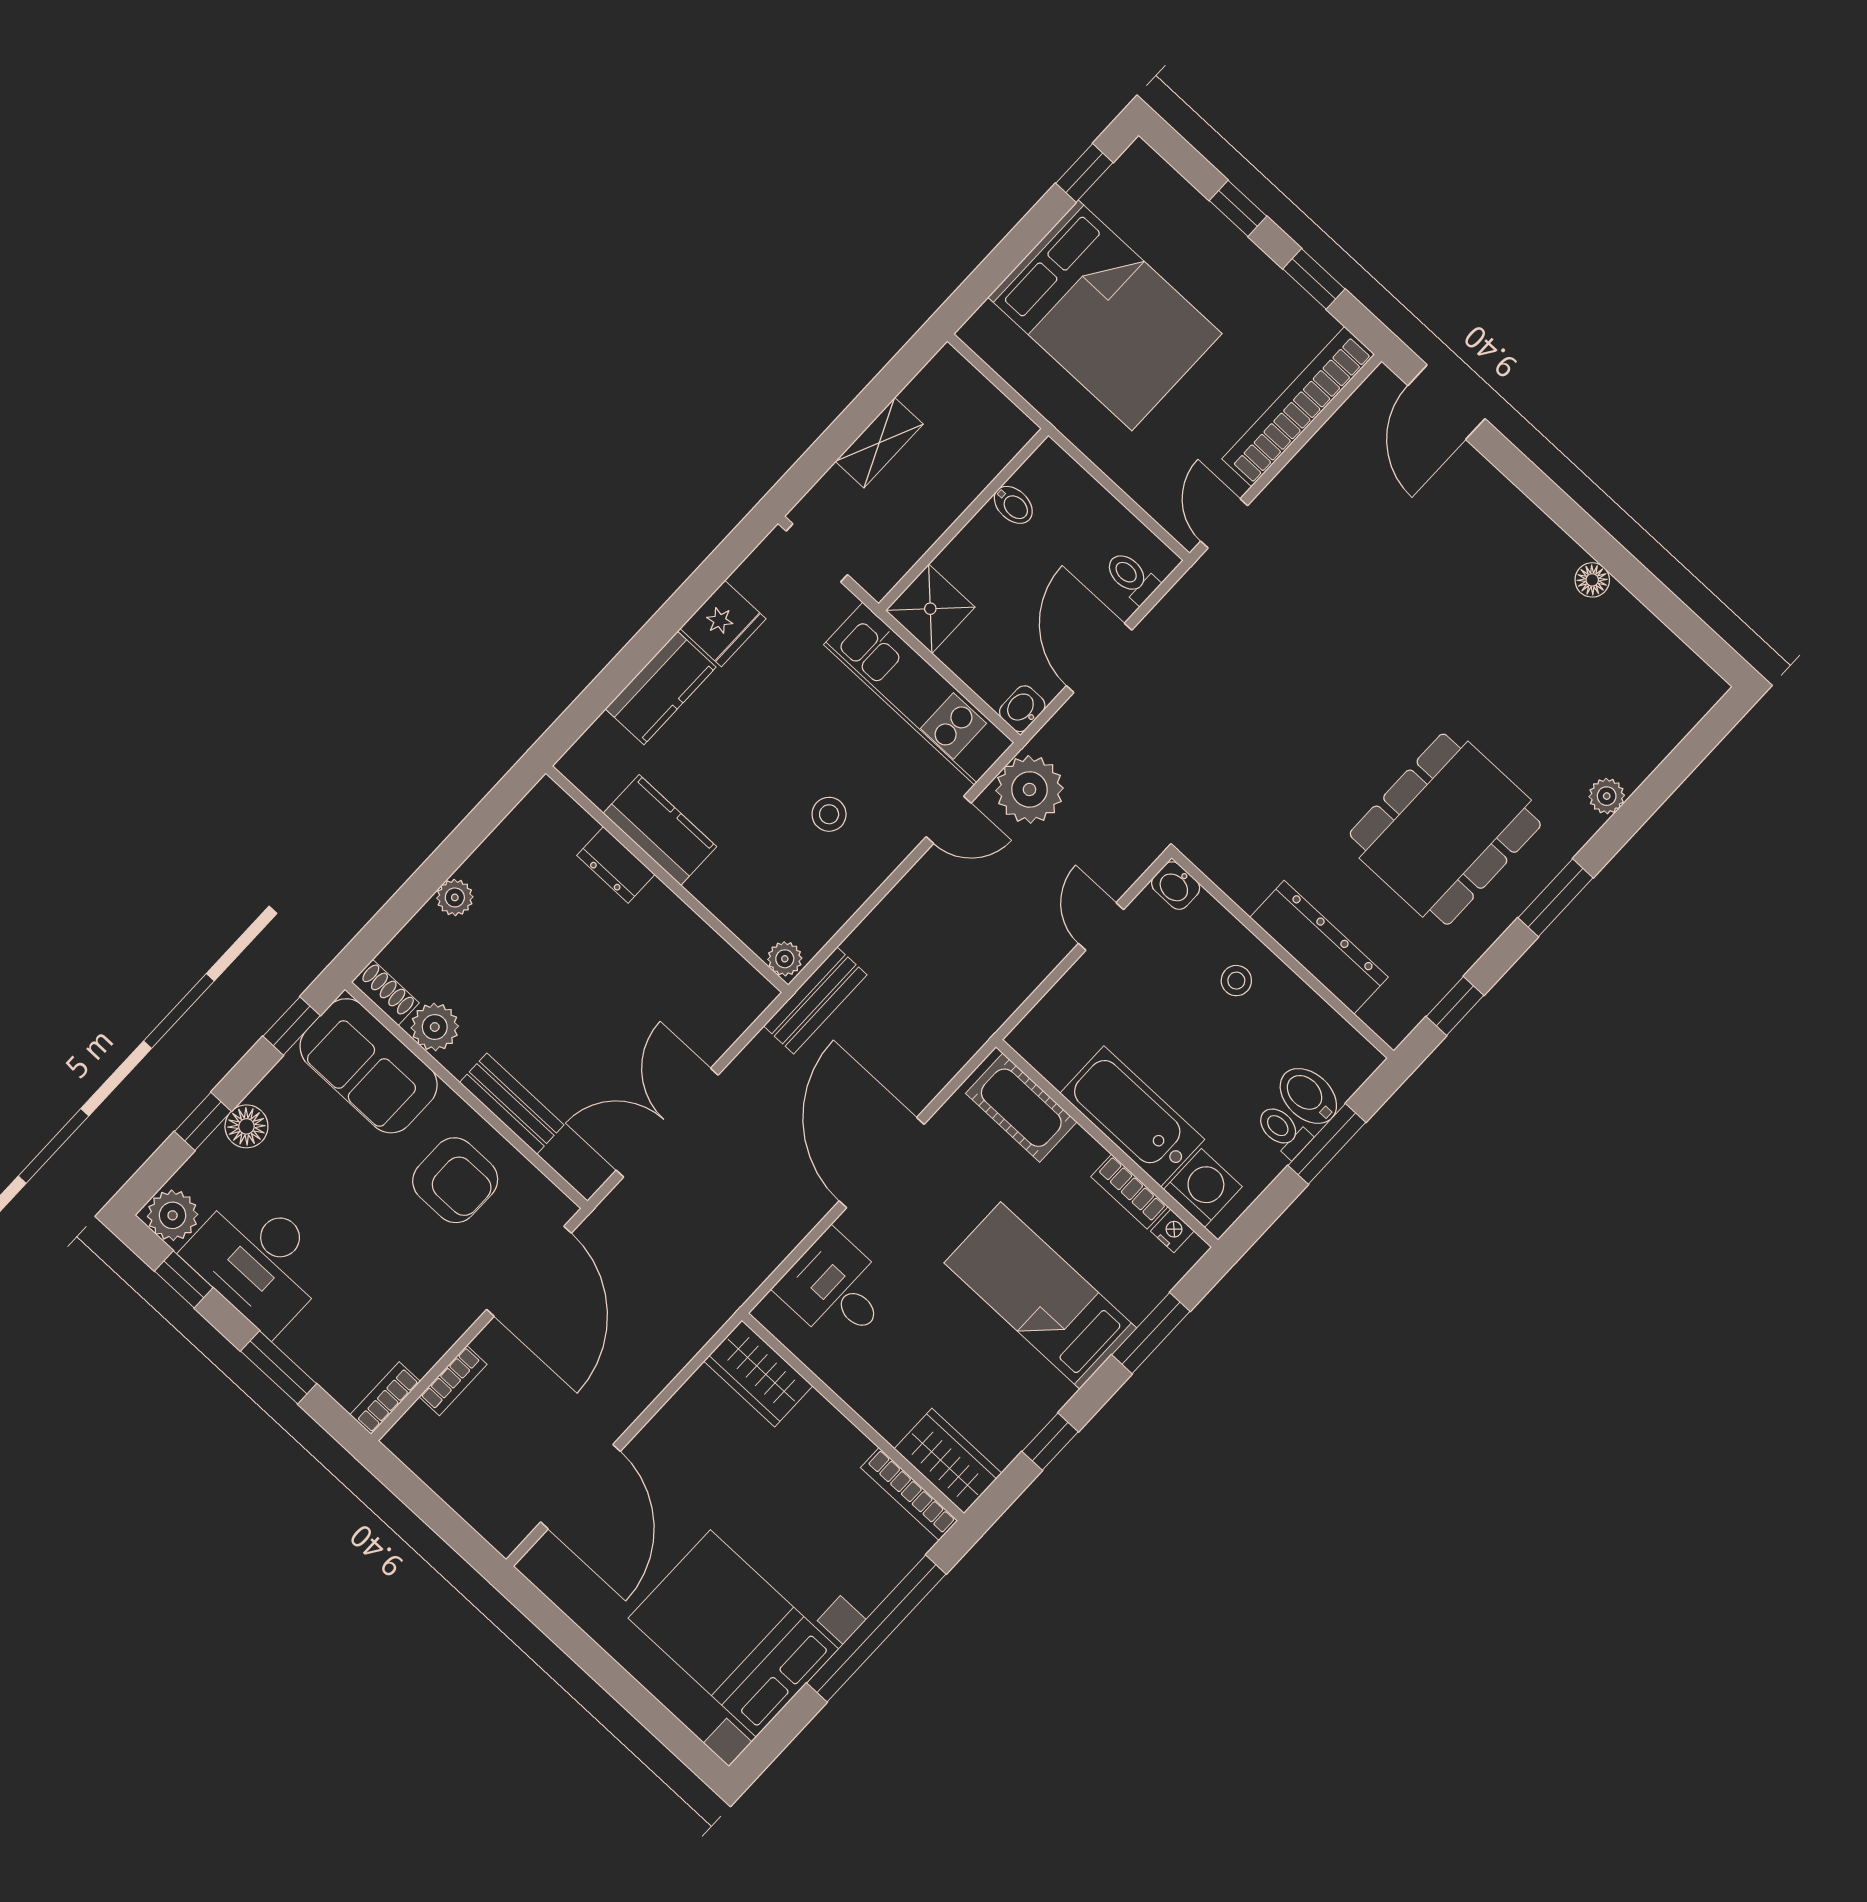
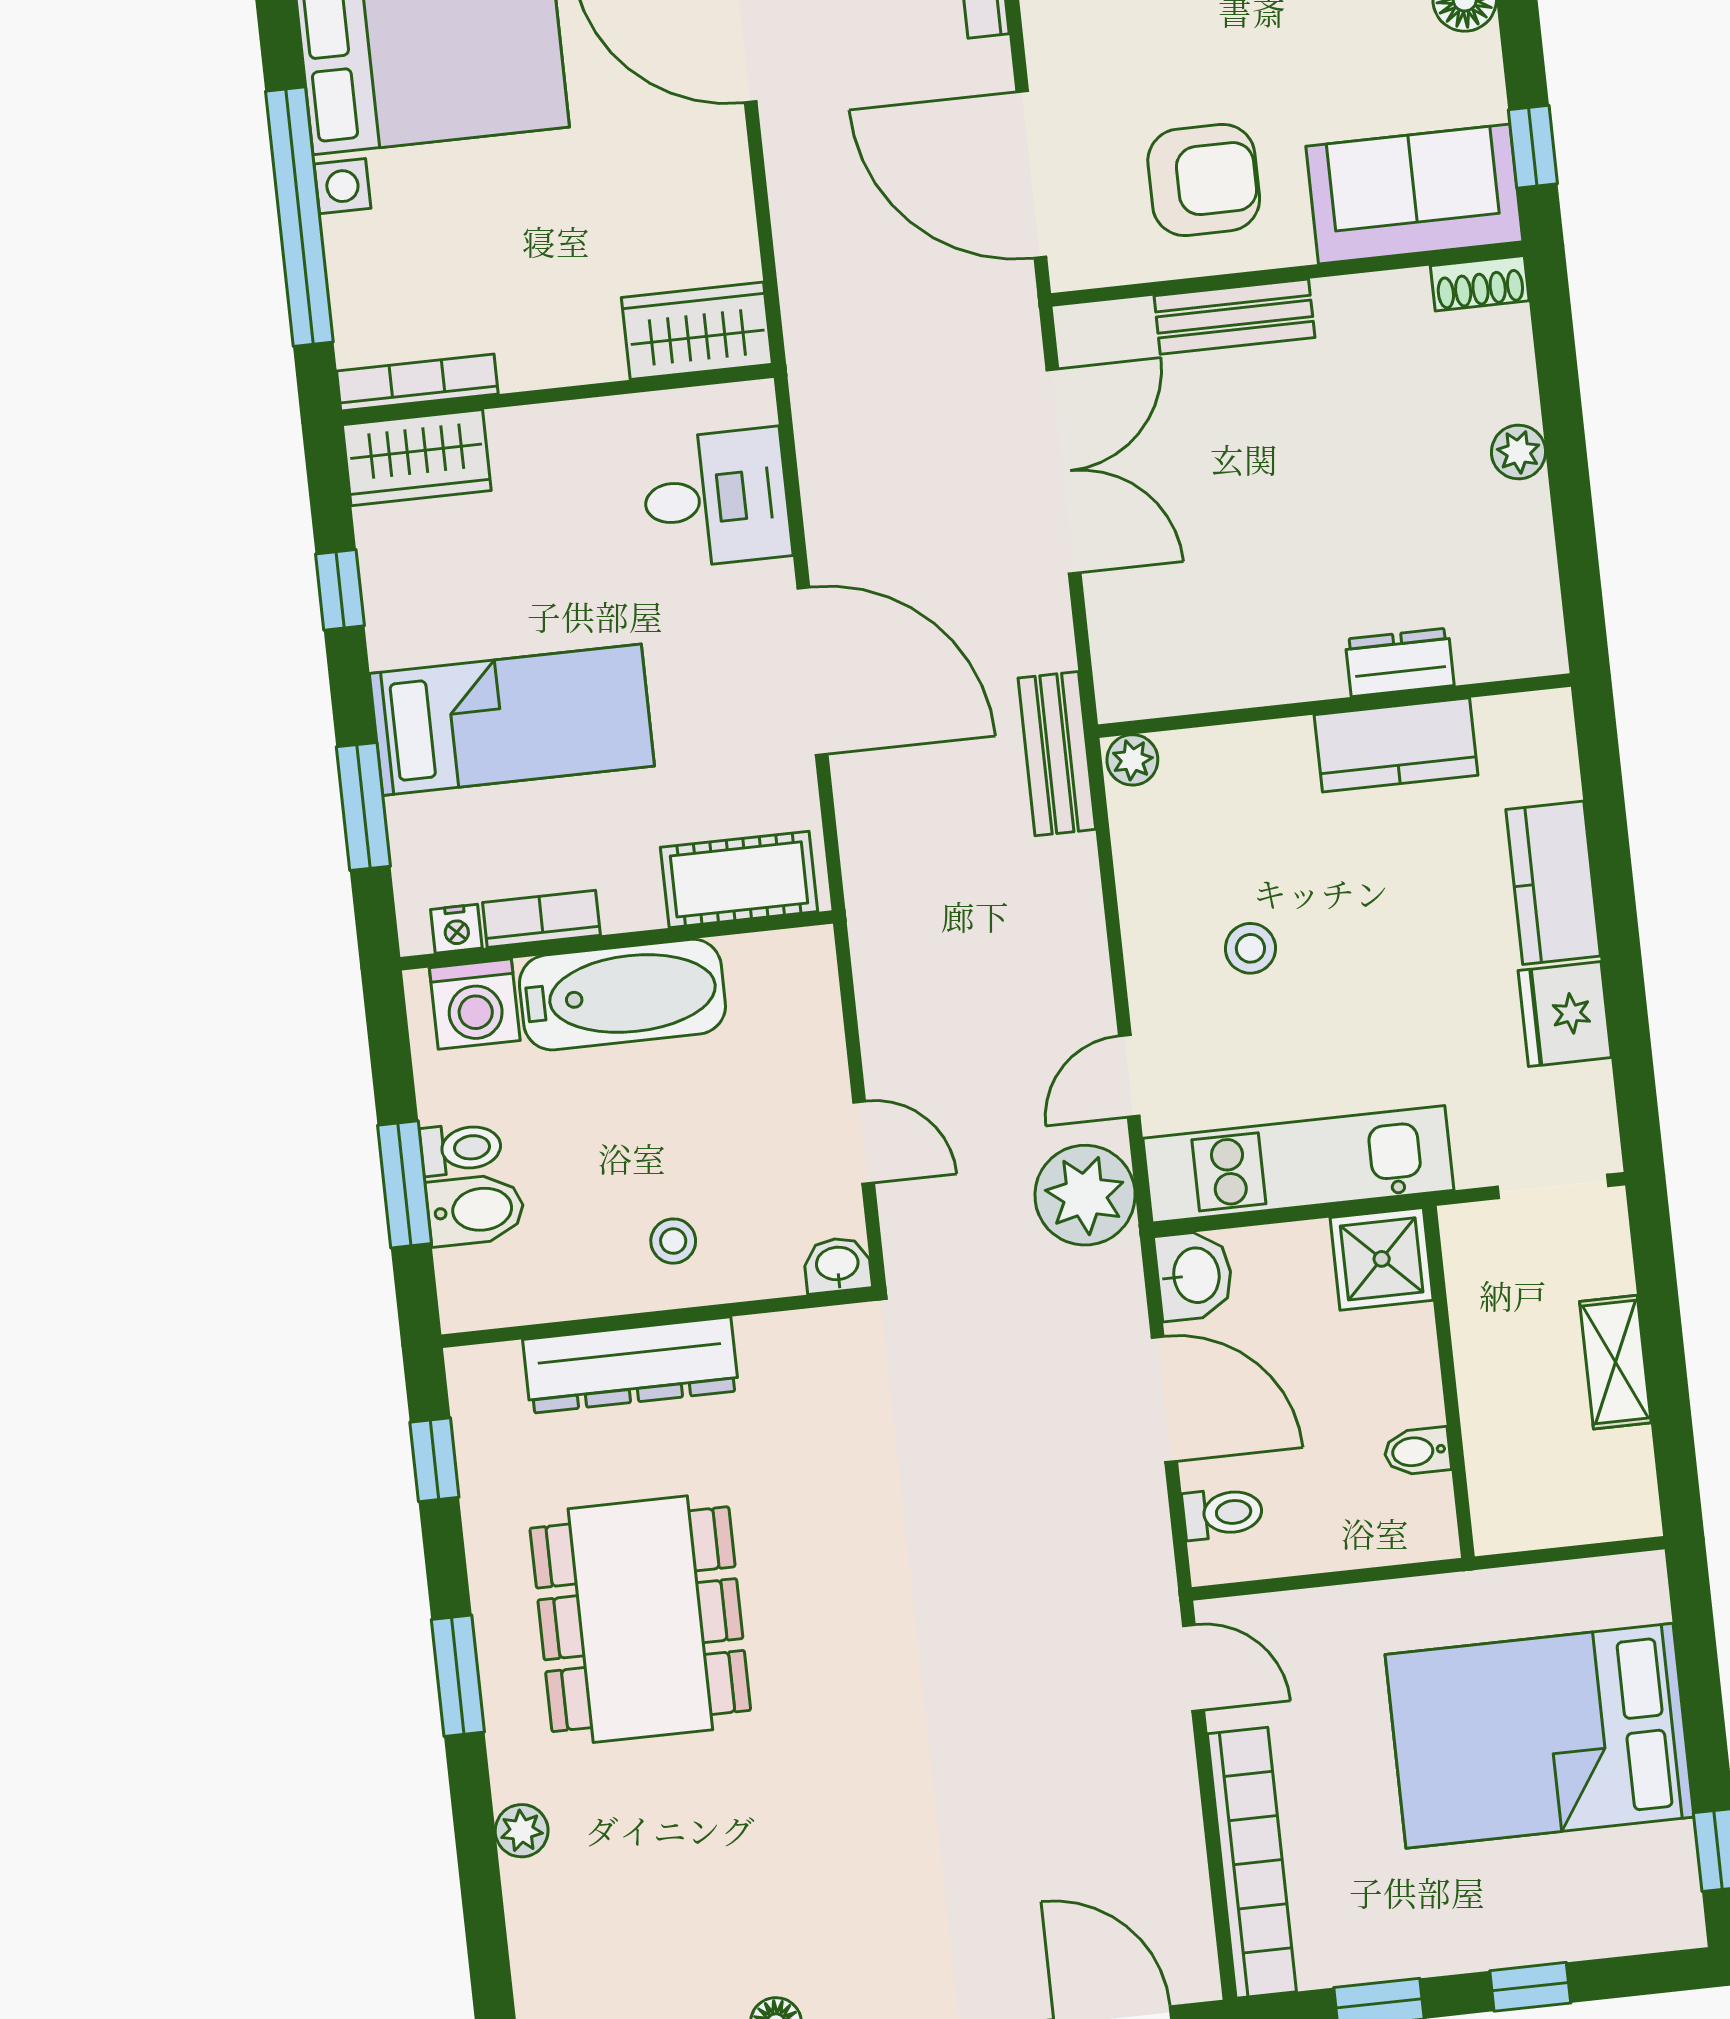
washbasin: (1022, 709) -> (1194, 1275), width x1.38, depth x1.45
plant: (435, 1027) -> (1394, 305), removed
armchair: (455, 1180) -> (1204, 180), turned 180

